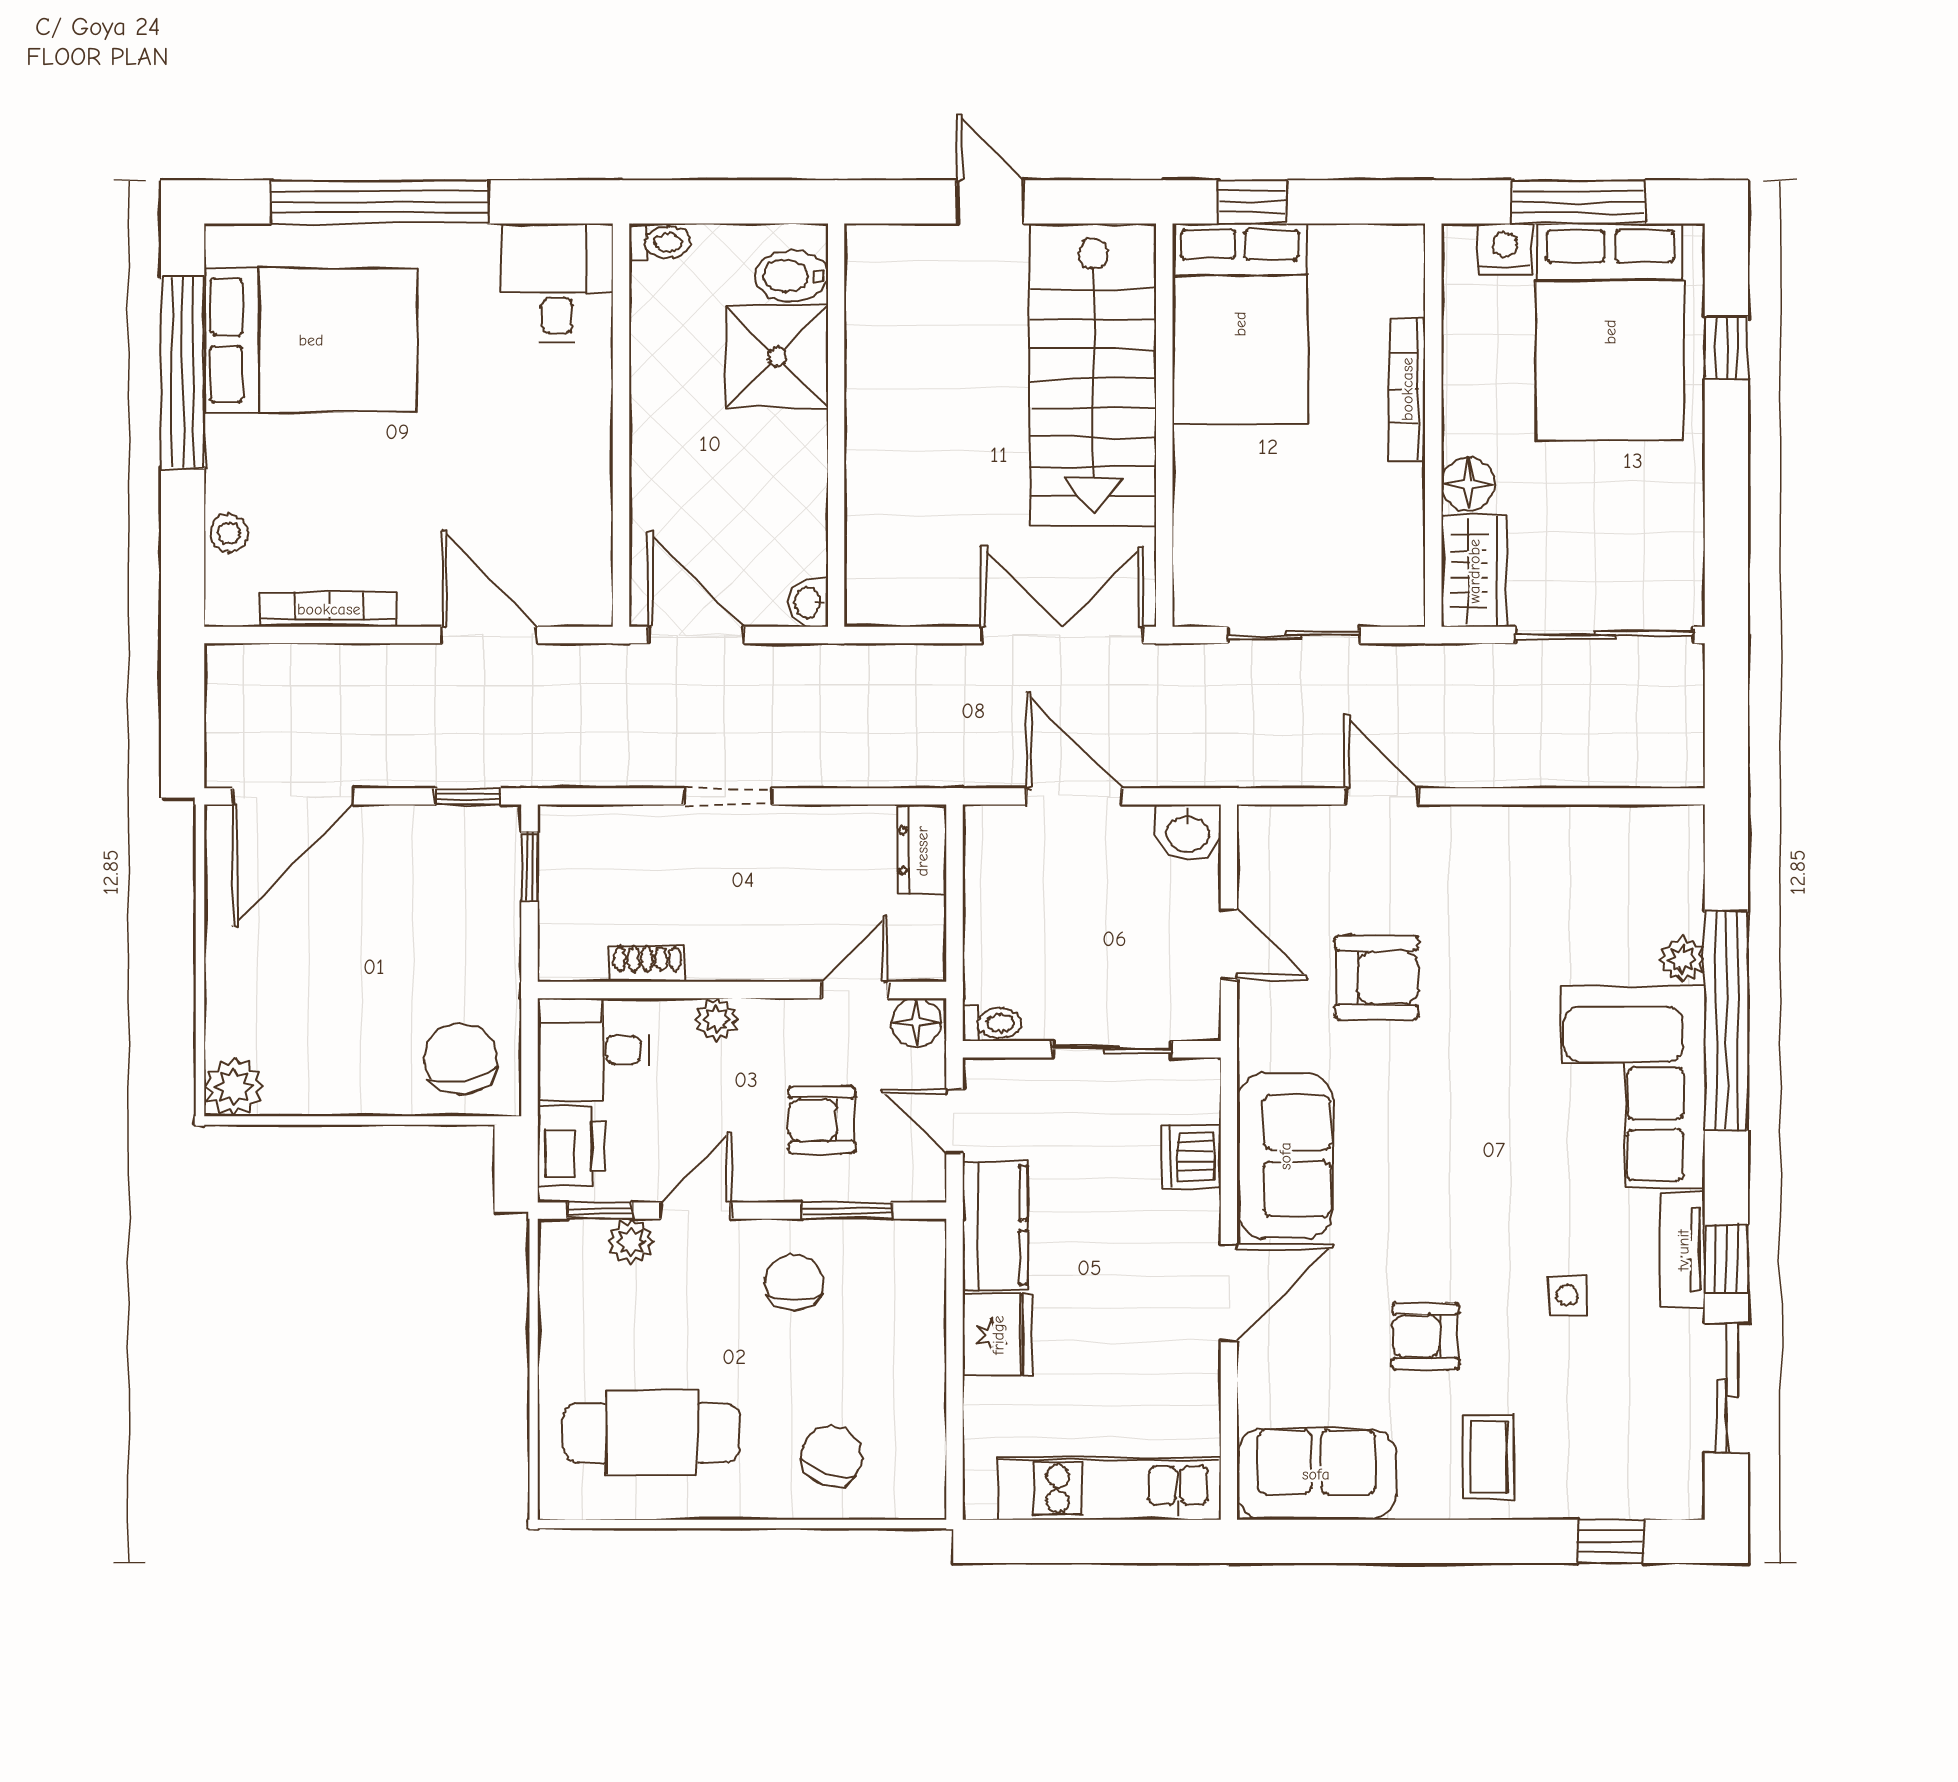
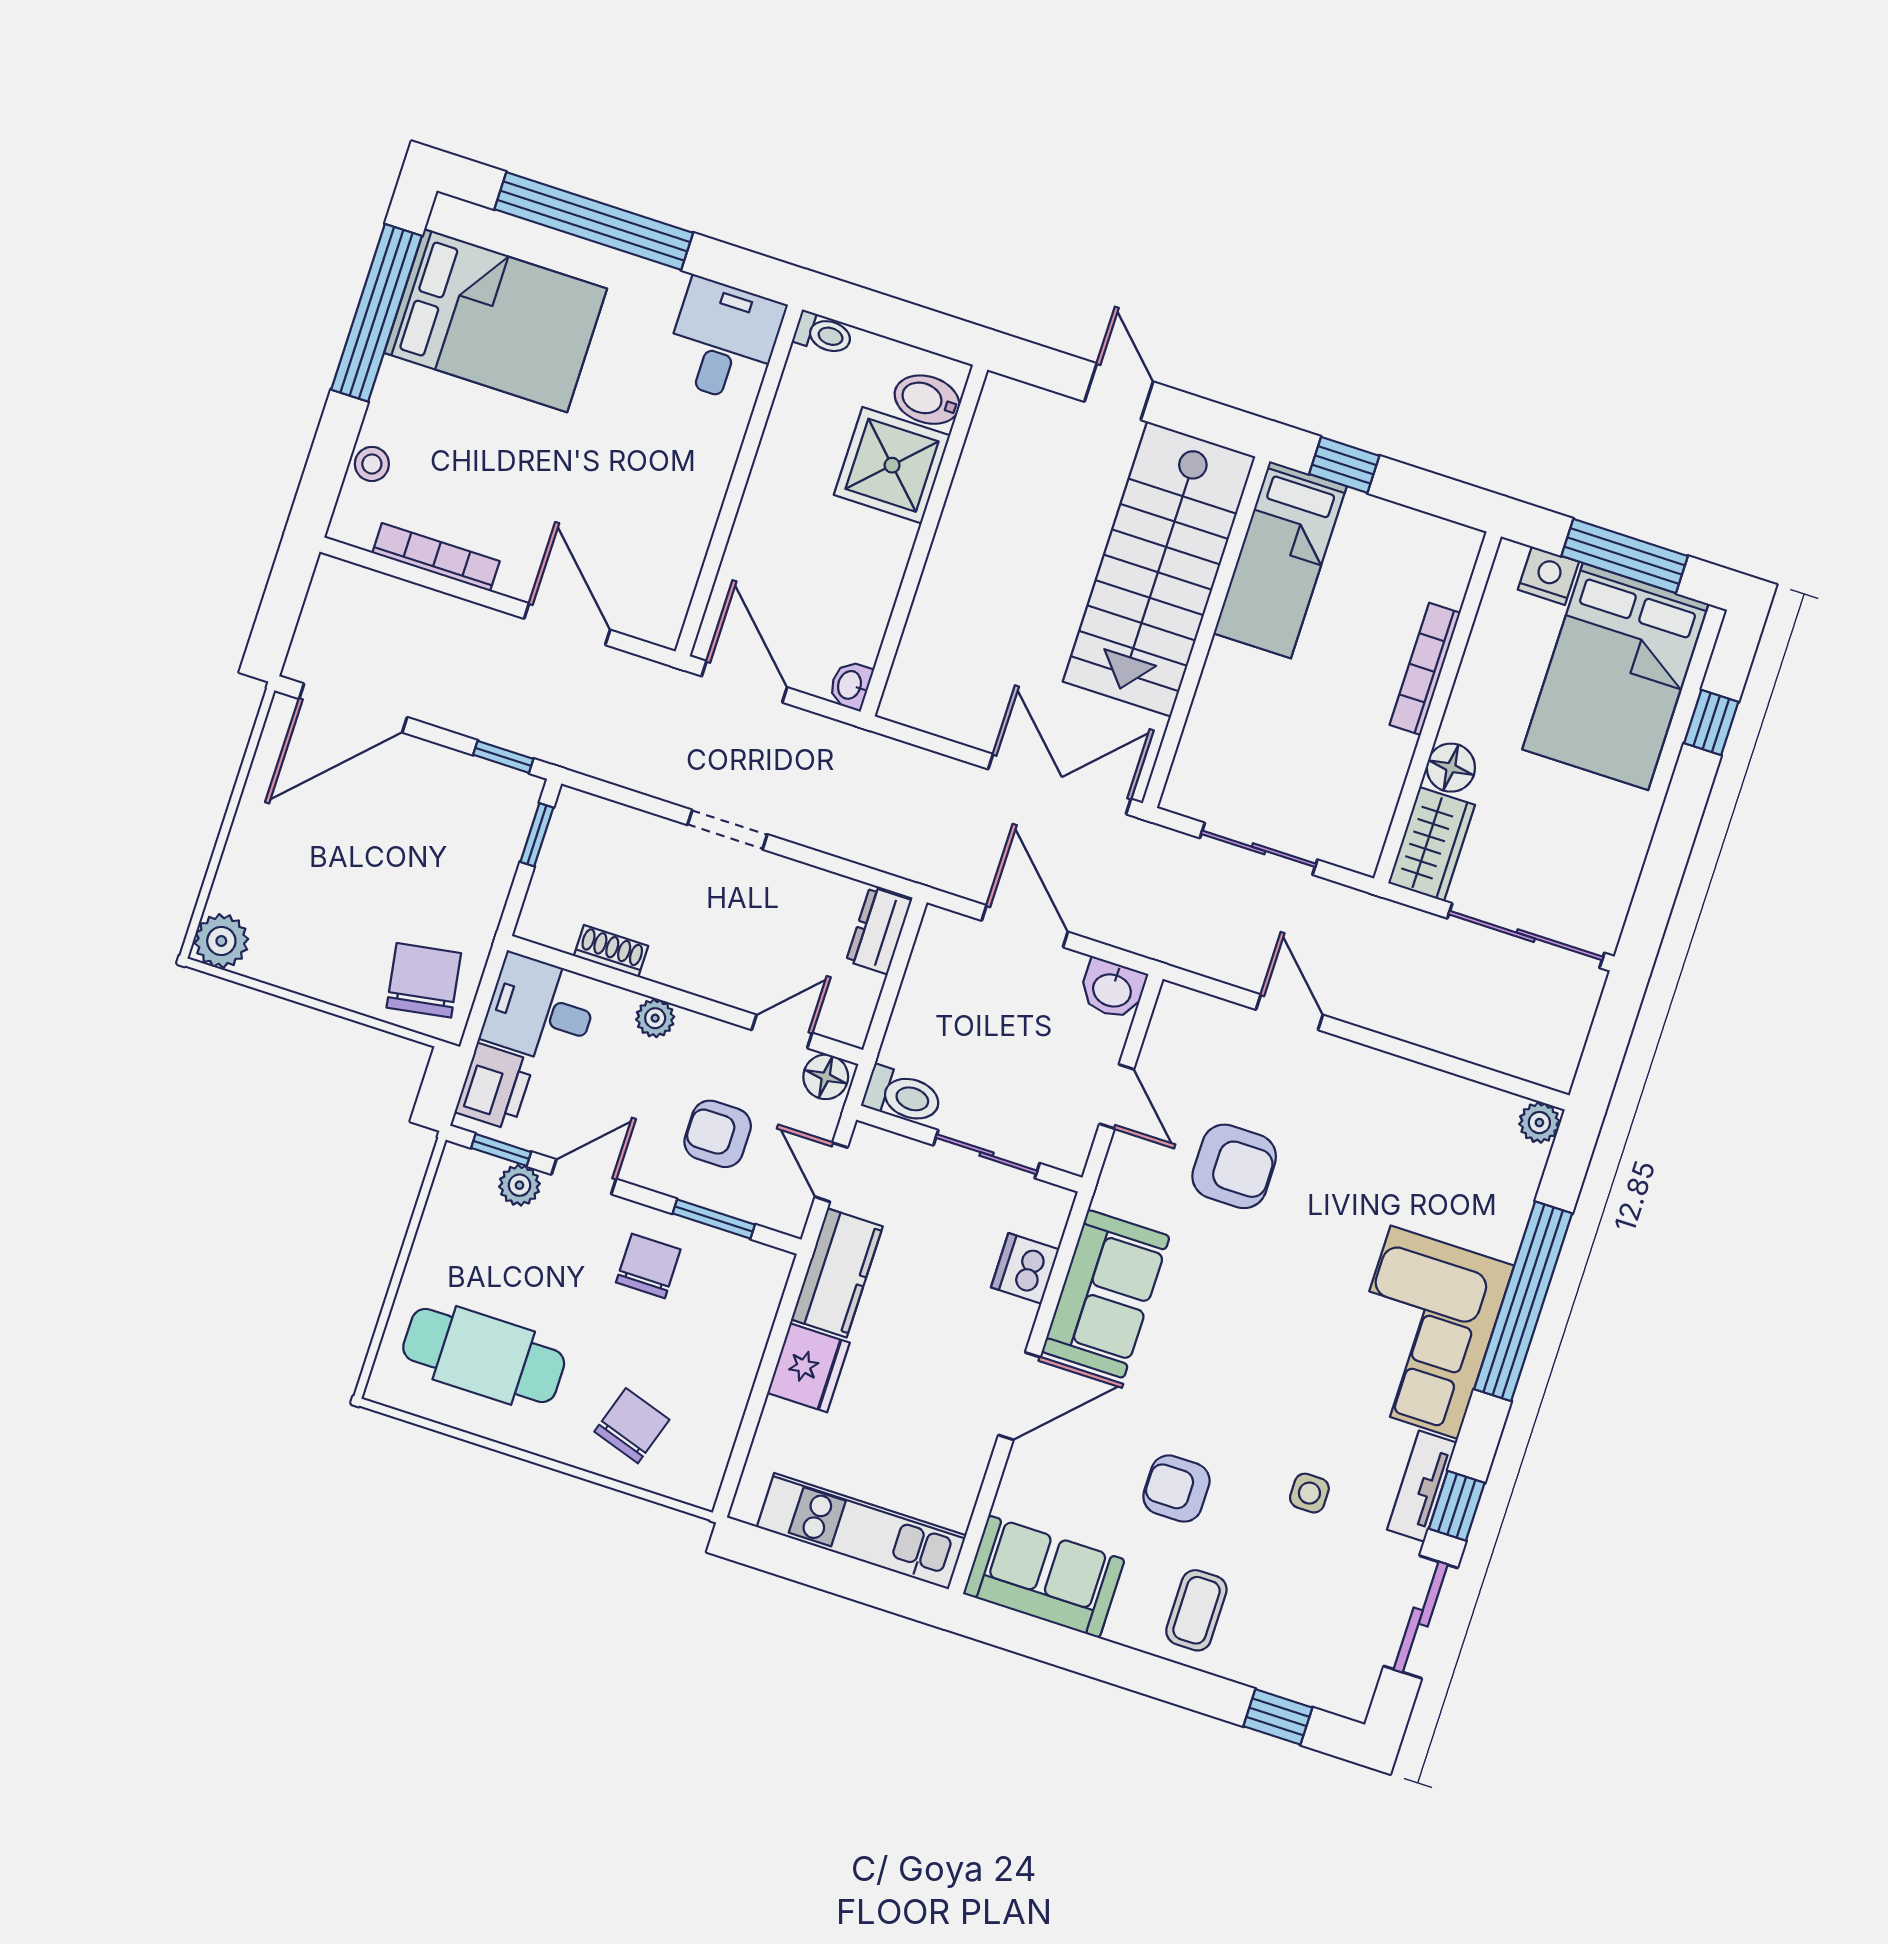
bed: (1240, 324) -> (1280, 560), width x0.67
plant: (1682, 959) -> (1539, 1123), moved
toilet: (992, 1023) -> (903, 1096), width x1.37, depth x1.39

